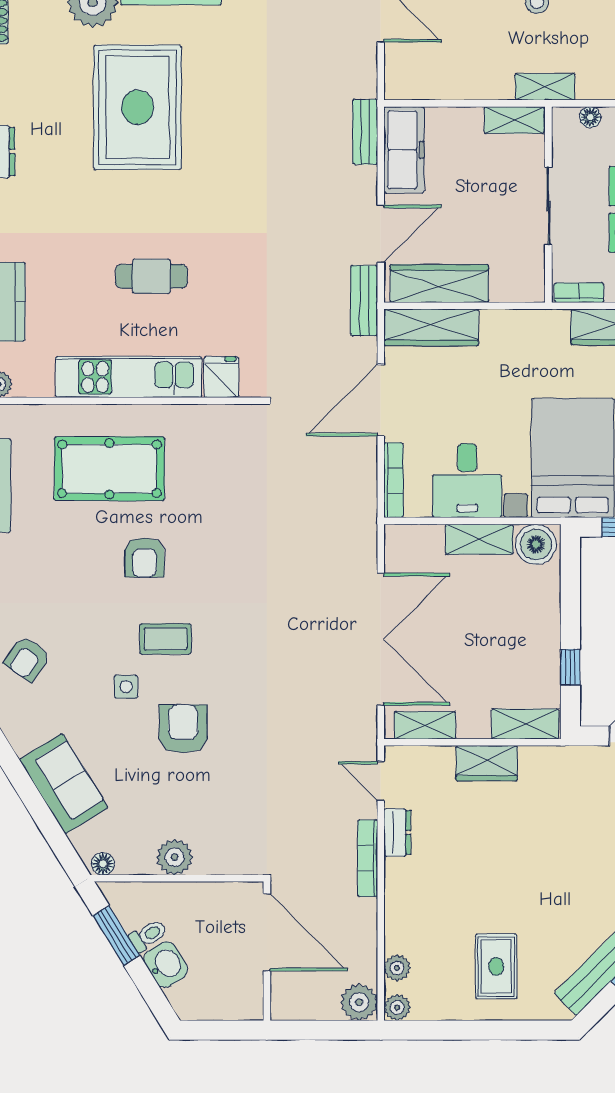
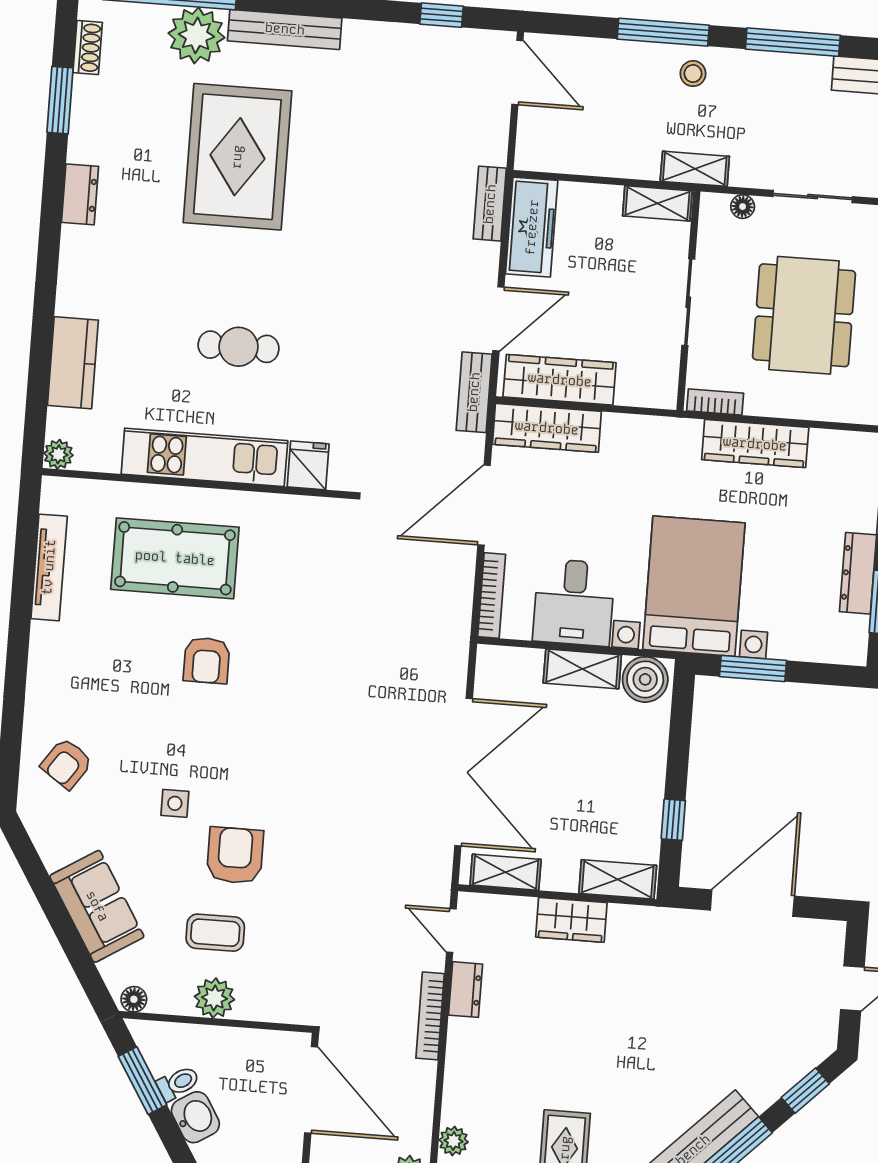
coffee table: (166, 639) -> (215, 933), moved

